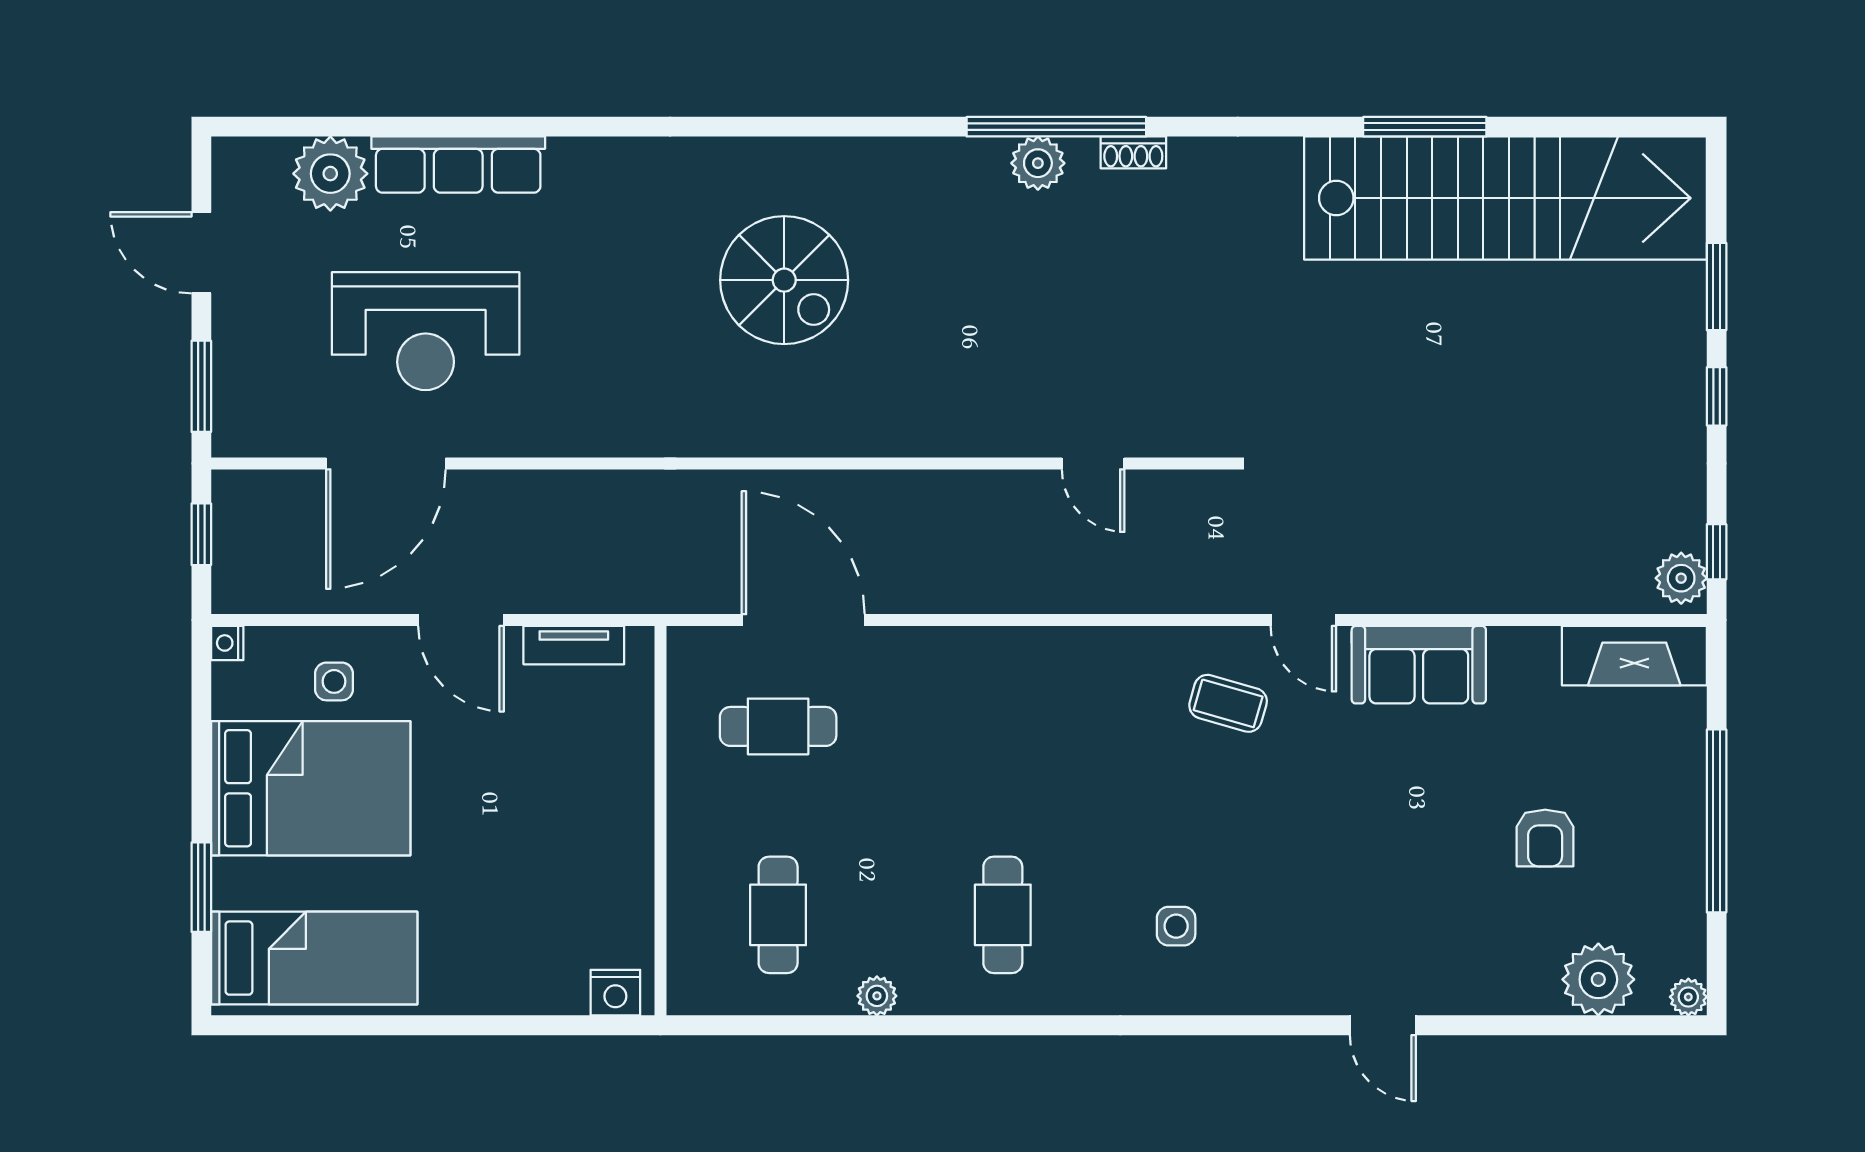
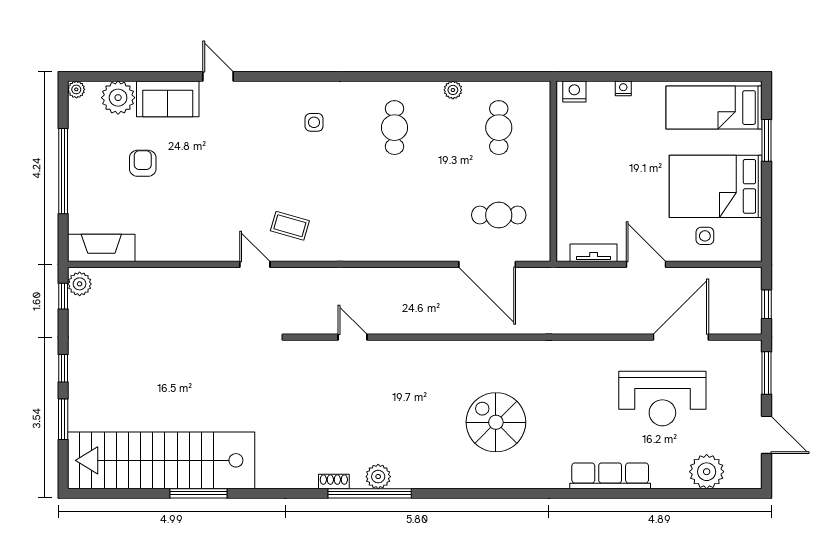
row of seats: (458, 165) -> (610, 476), moved
reception desk: (426, 331) -> (662, 399), turned 180
nightstand: (227, 643) -> (623, 88), moved, turned -90
sofa: (1419, 665) -> (168, 99), moved, turned 180

